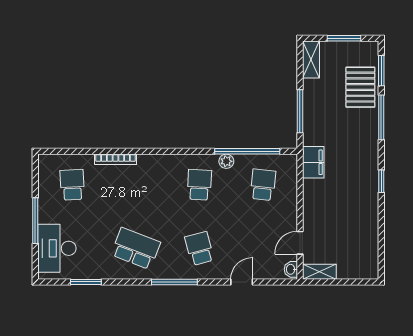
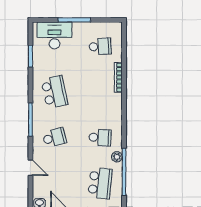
school desk: (263, 185) -> (100, 183), width x1.85
school desk: (136, 249) -> (54, 92), turned -33

